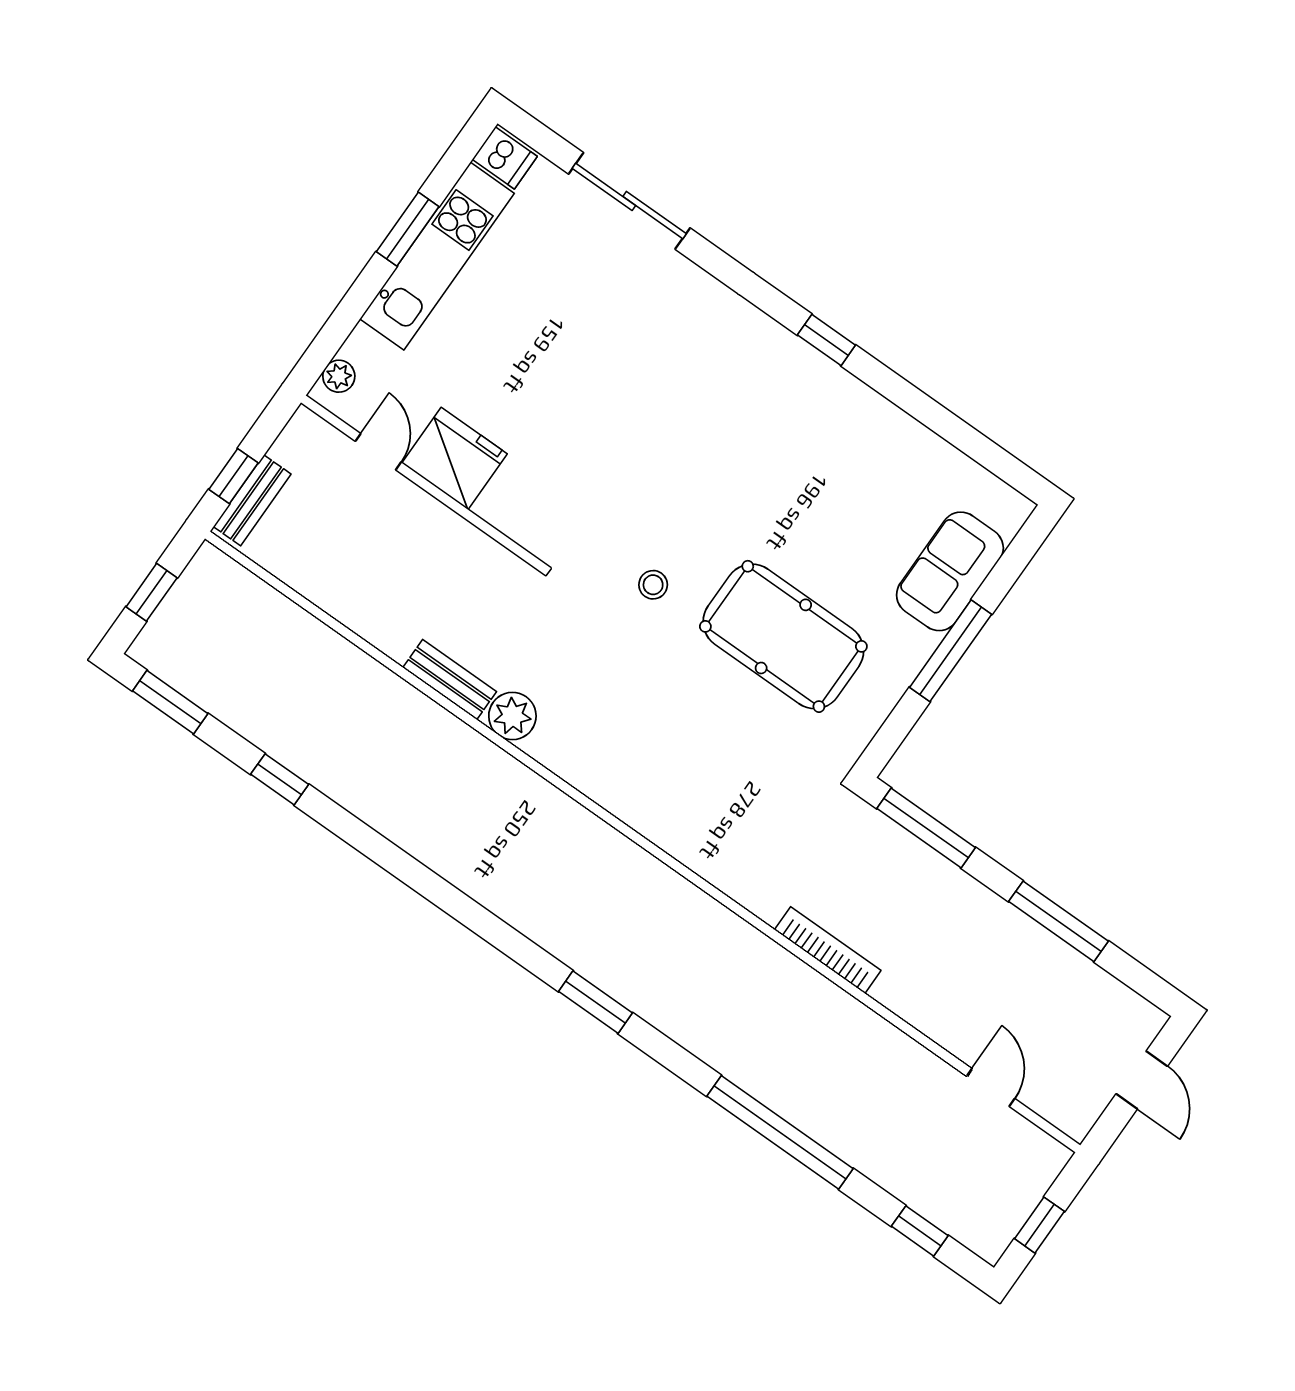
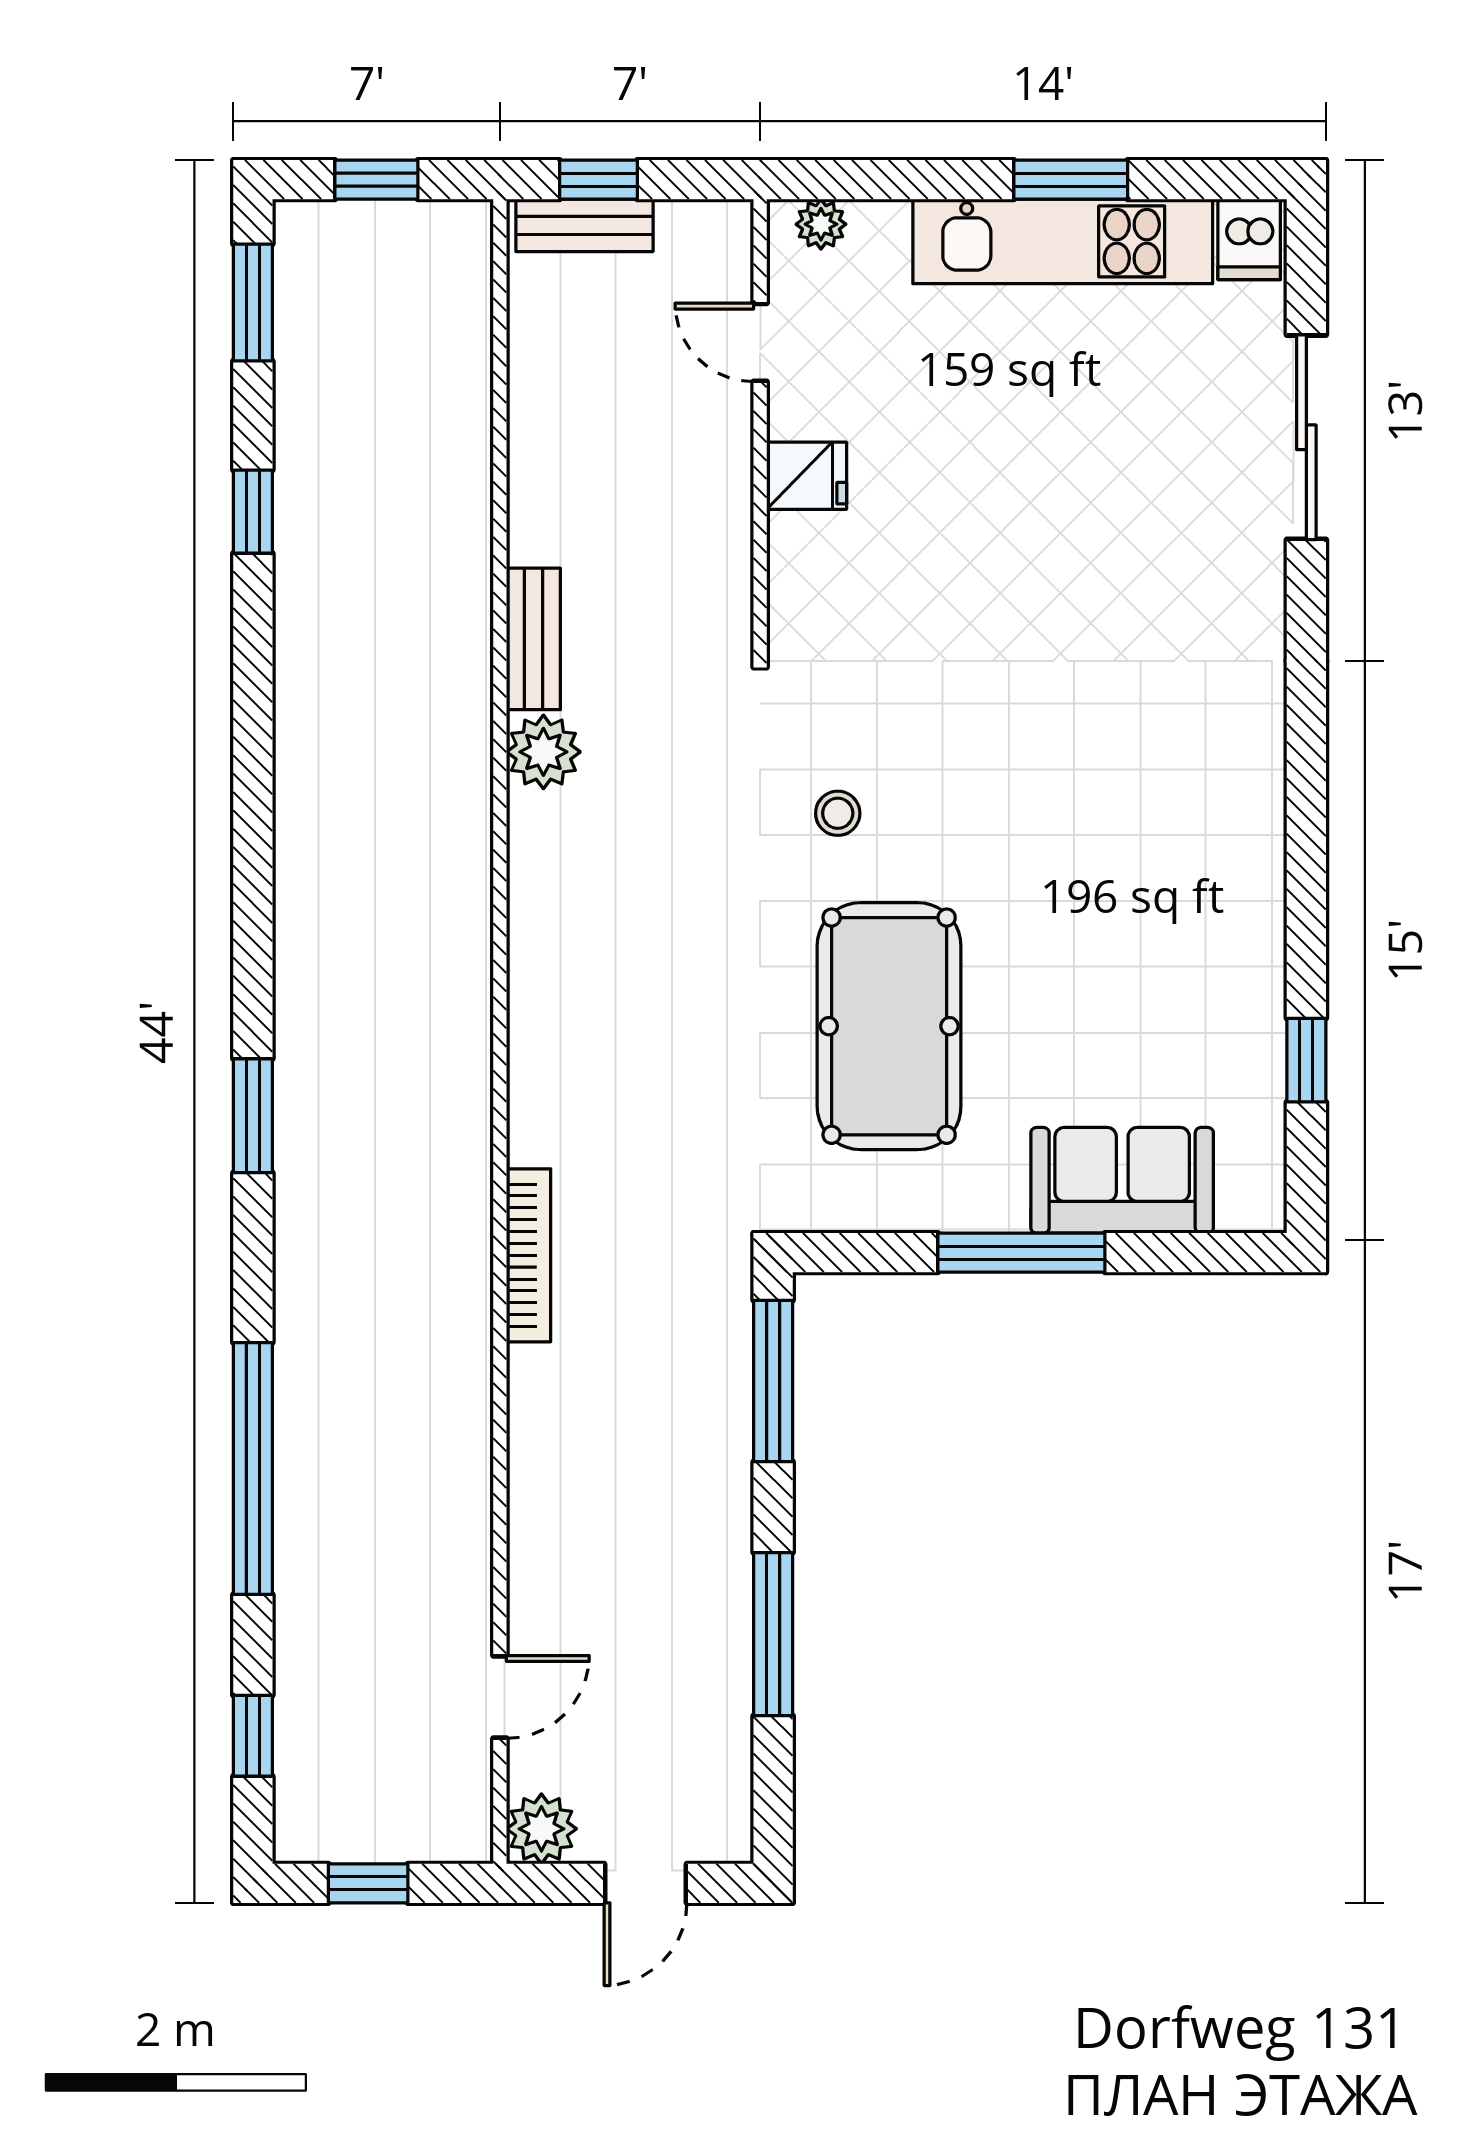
window: (826, 340) -> (1306, 1060), moved
door: (378, 452) -> (760, 342), swing flipped
fridge: (455, 459) -> (807, 476), width x0.53, depth x0.75
bookcase: (828, 950) -> (529, 1255), moved
plant: (1075, 1114) -> (541, 1829), added

